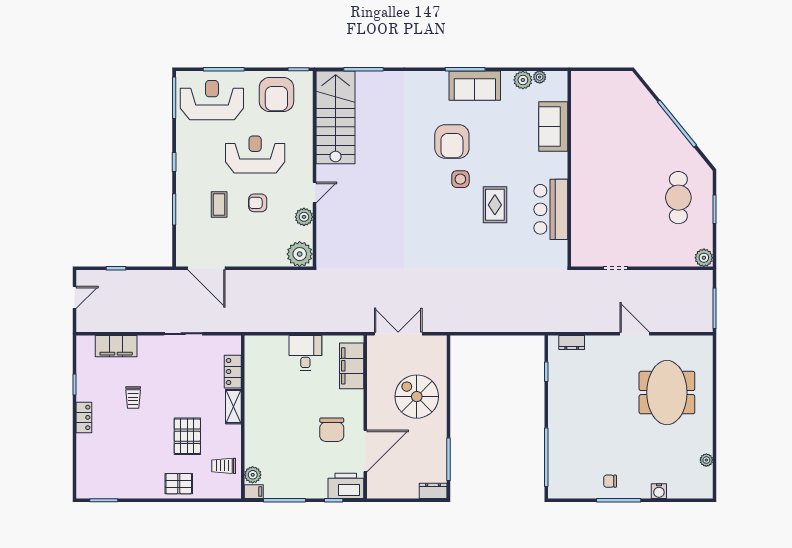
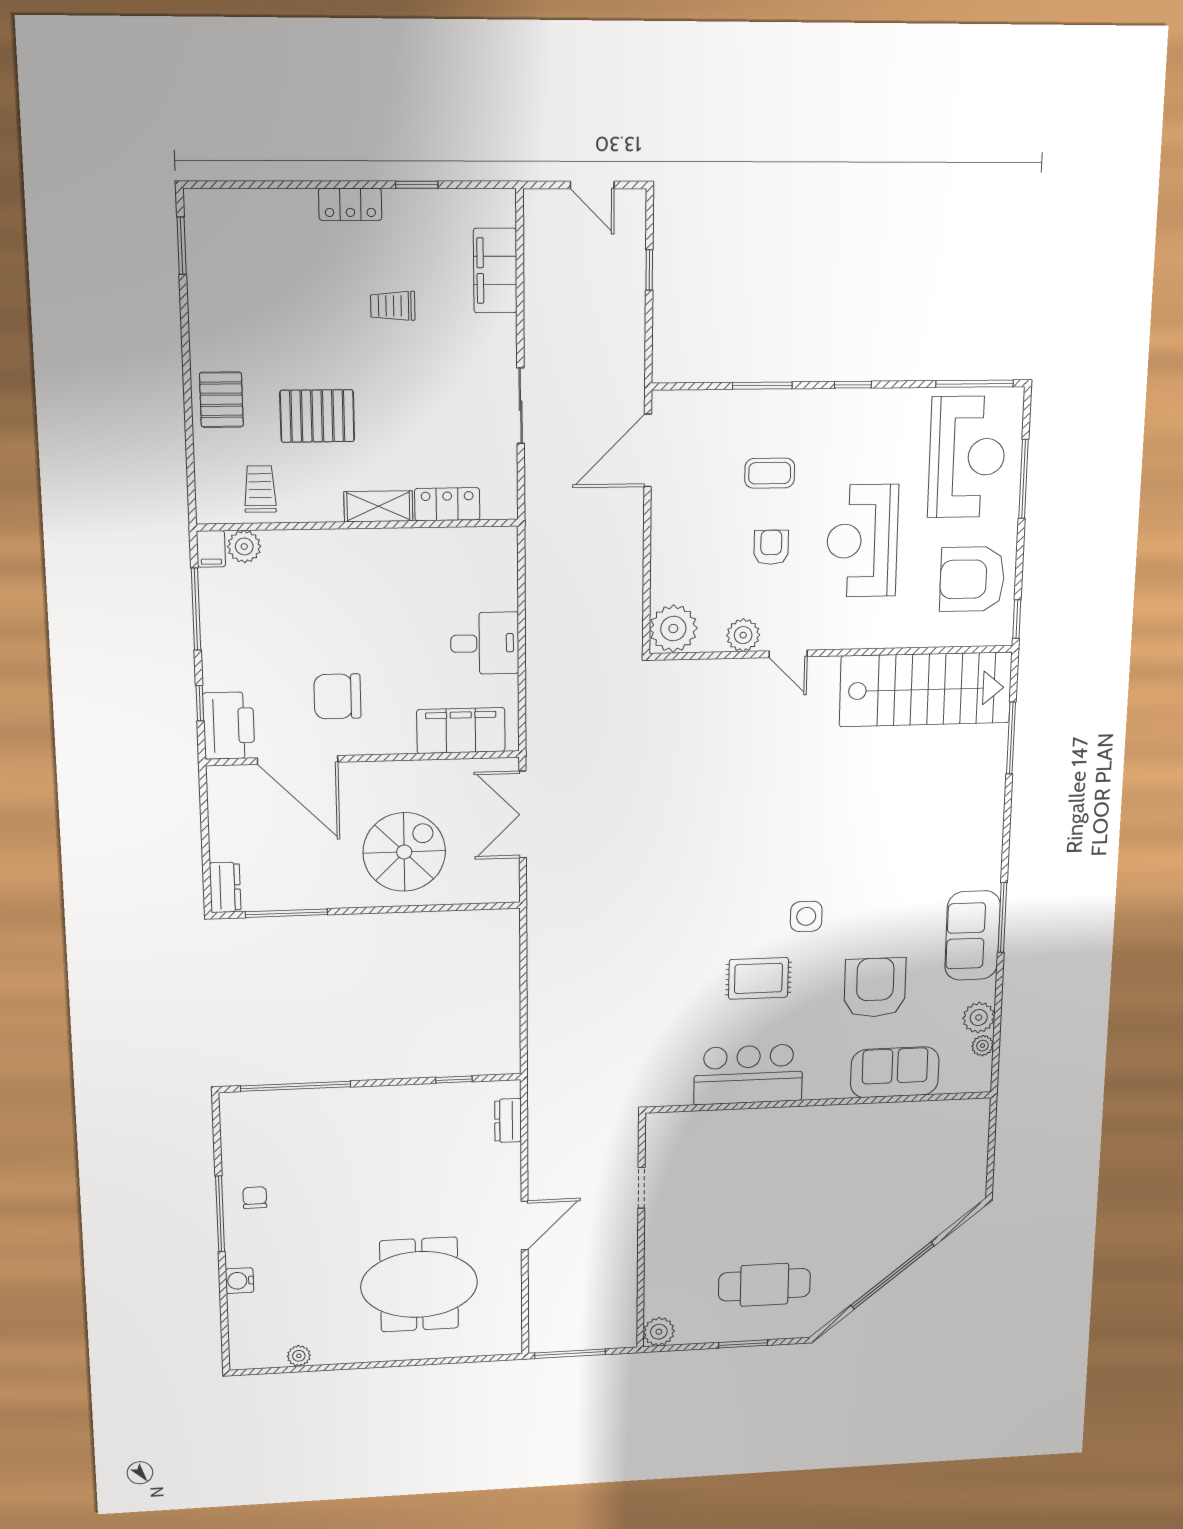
armchair: (452, 141) -> (875, 988), moved, turned 90
reception desk: (255, 155) -> (862, 541), turned 180
double door: (398, 334) -> (523, 814), swing flipped

